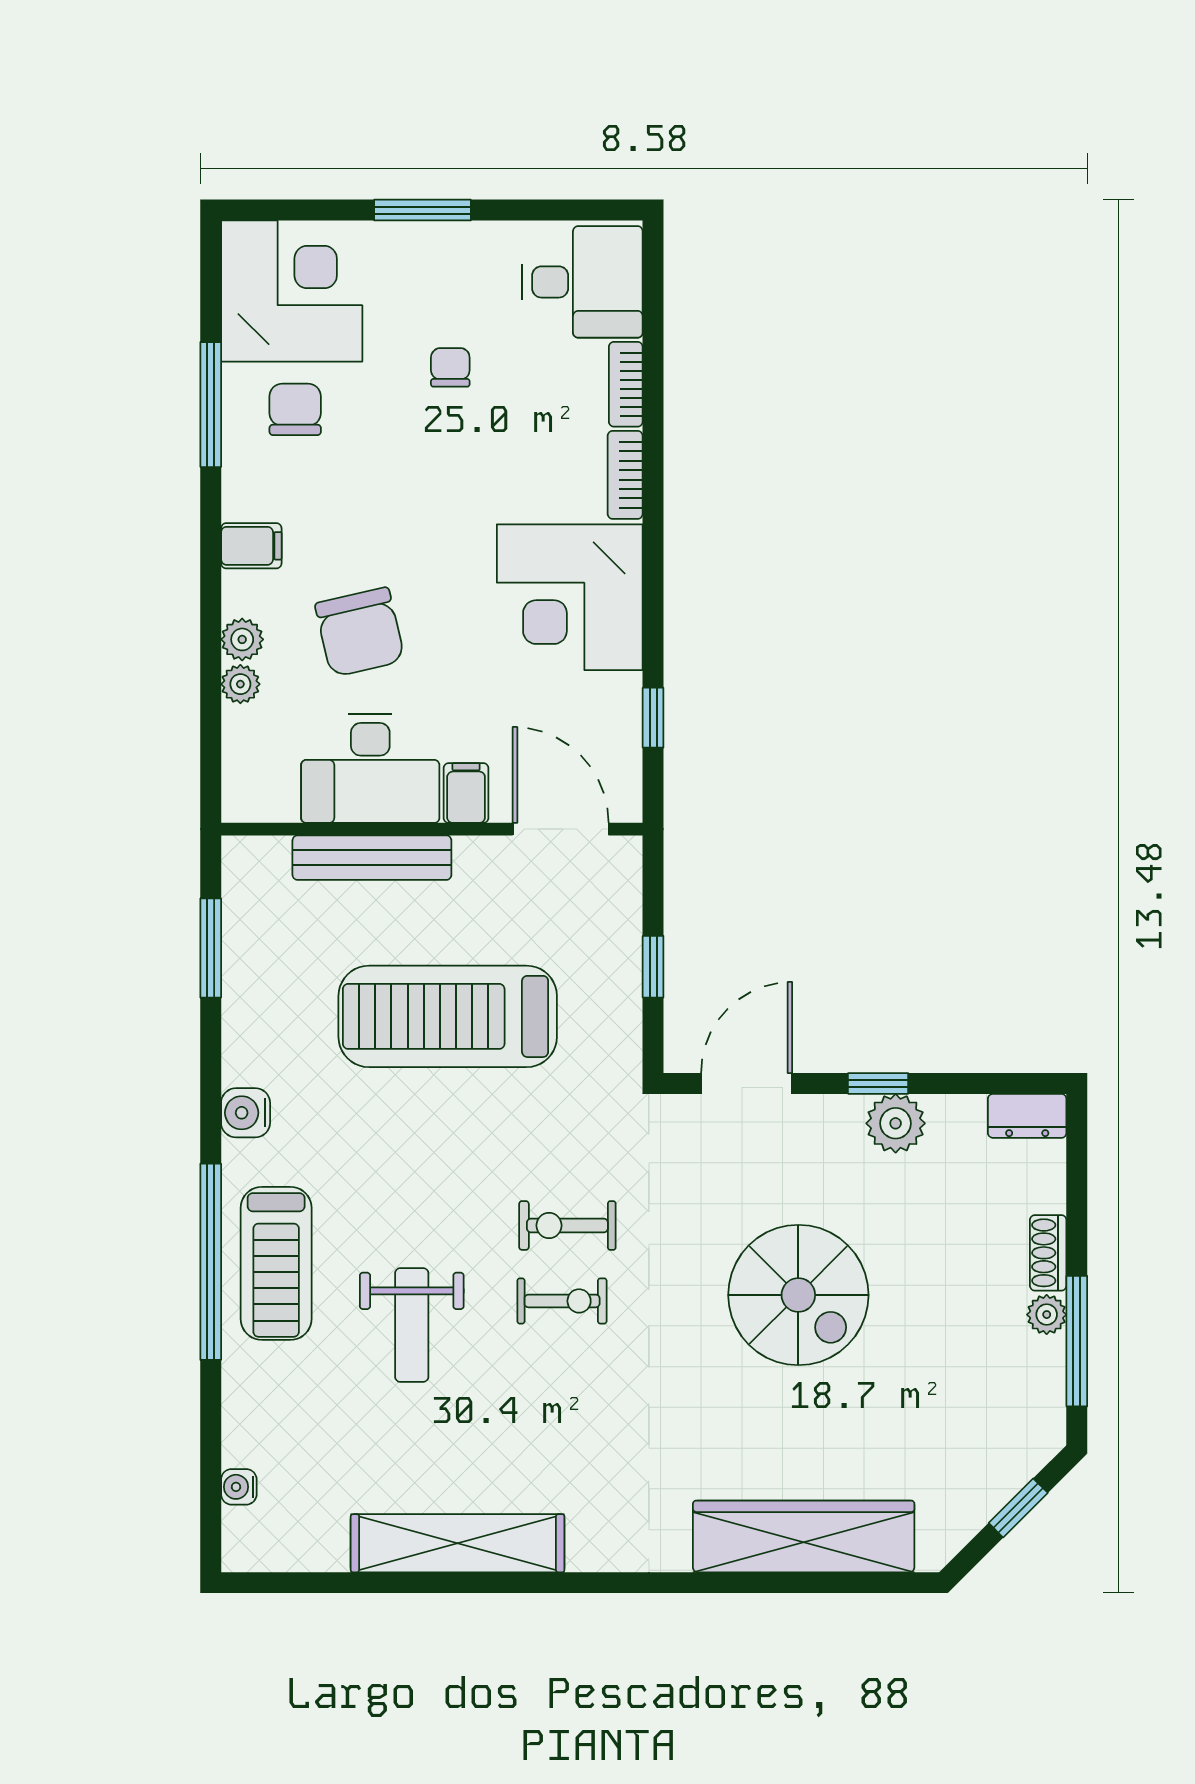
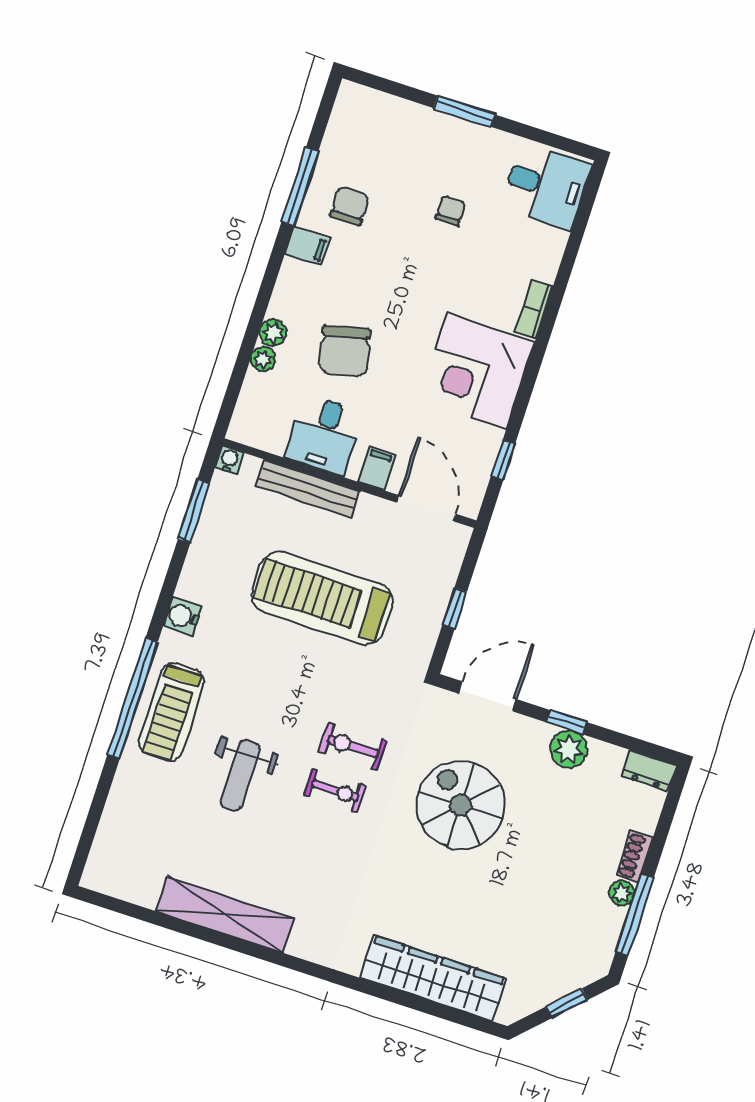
corner desk: (292, 291) -> (371, 134), removed
bookcase: (626, 384) -> (552, 255), removed
filing cabinet: (251, 546) -> (307, 246), moved
desk: (370, 769) -> (324, 435), width x0.73
spiral stairs: (798, 1295) -> (461, 805), moved, turned 180
water cooler: (239, 1487) -> (229, 460), moved, turned 90

